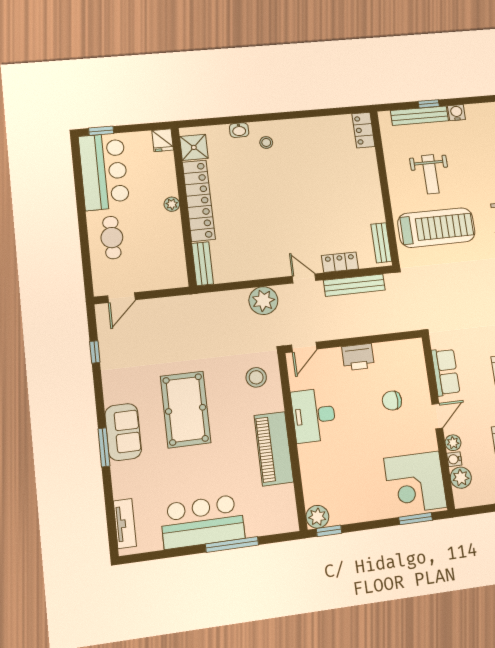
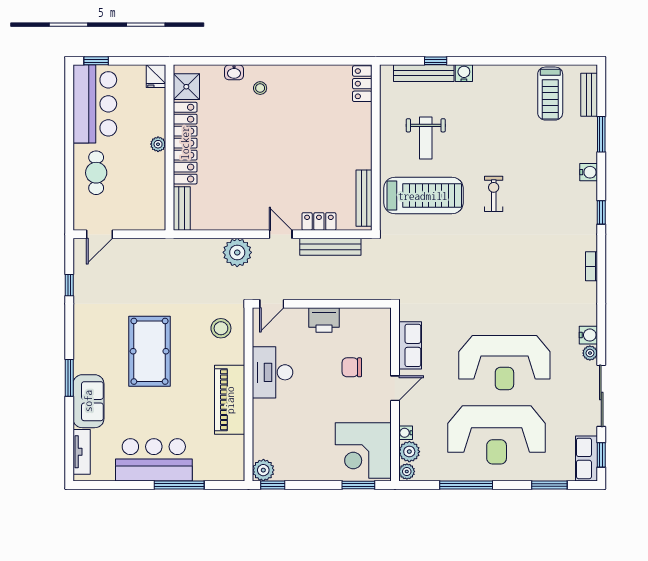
bench: (381, 243) -> (364, 198), width x1.36
sofa: (123, 432) -> (88, 401), moved
plant: (453, 443) -> (407, 472), moved

